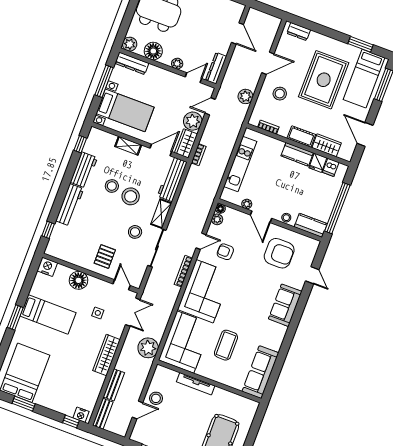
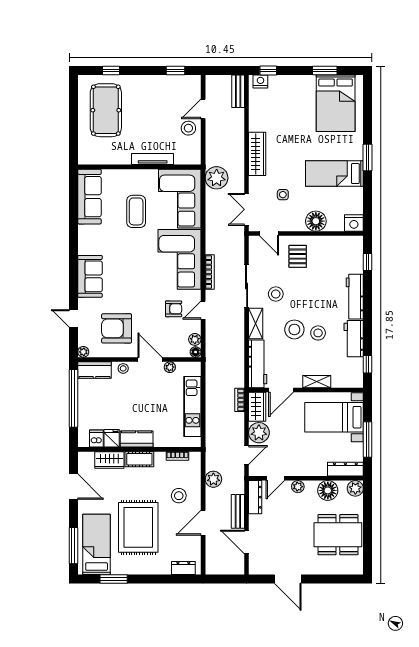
plant: (314, 244) -> (83, 352), added
bench: (114, 385) -> (238, 511), moved

